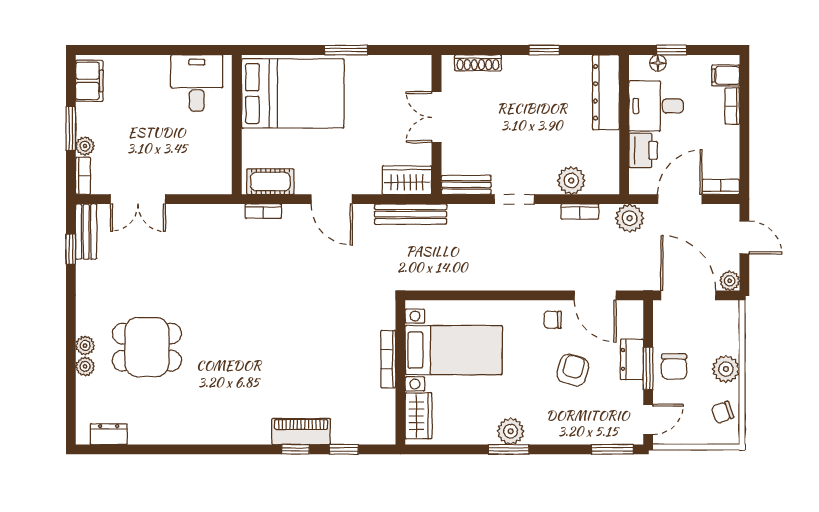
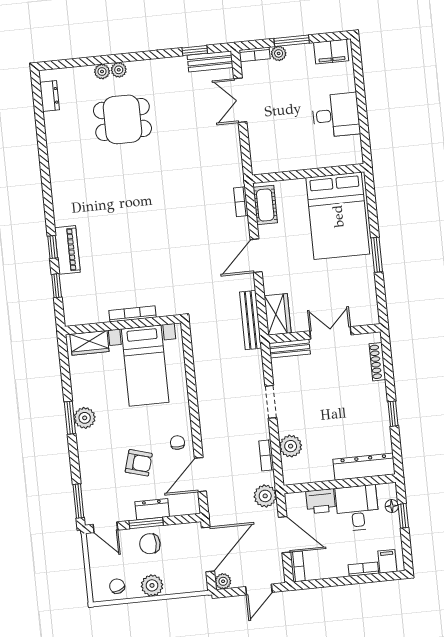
desk: (197, 83) -> (336, 115), moved
bench: (466, 185) -> (290, 349), moved, turned 90
dining table: (147, 347) -> (122, 119), turned 90

